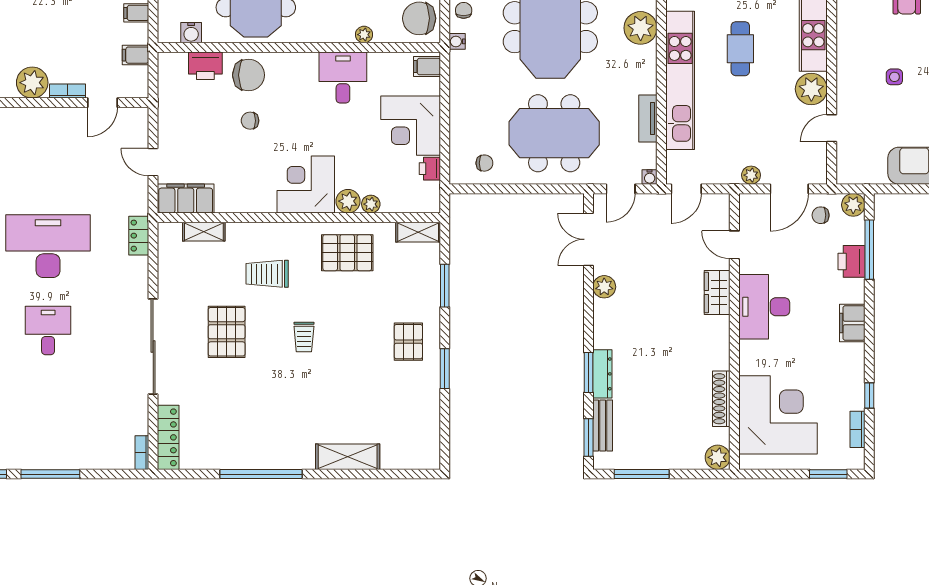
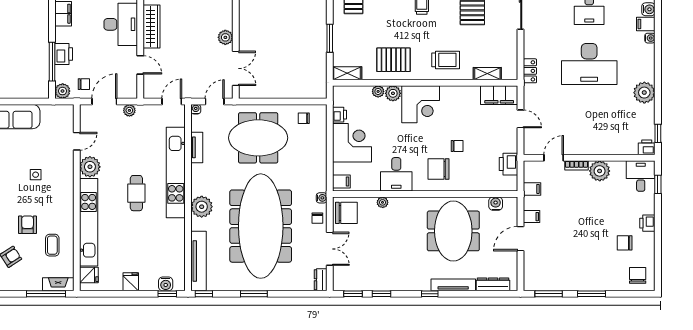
printer: (205, 66) -> (509, 164), moved, turned -90
chair: (249, 75) -> (438, 169), moved
trolley: (267, 274) -> (446, 60), moved
wardrobe: (717, 293) -> (152, 26), width x1.50

